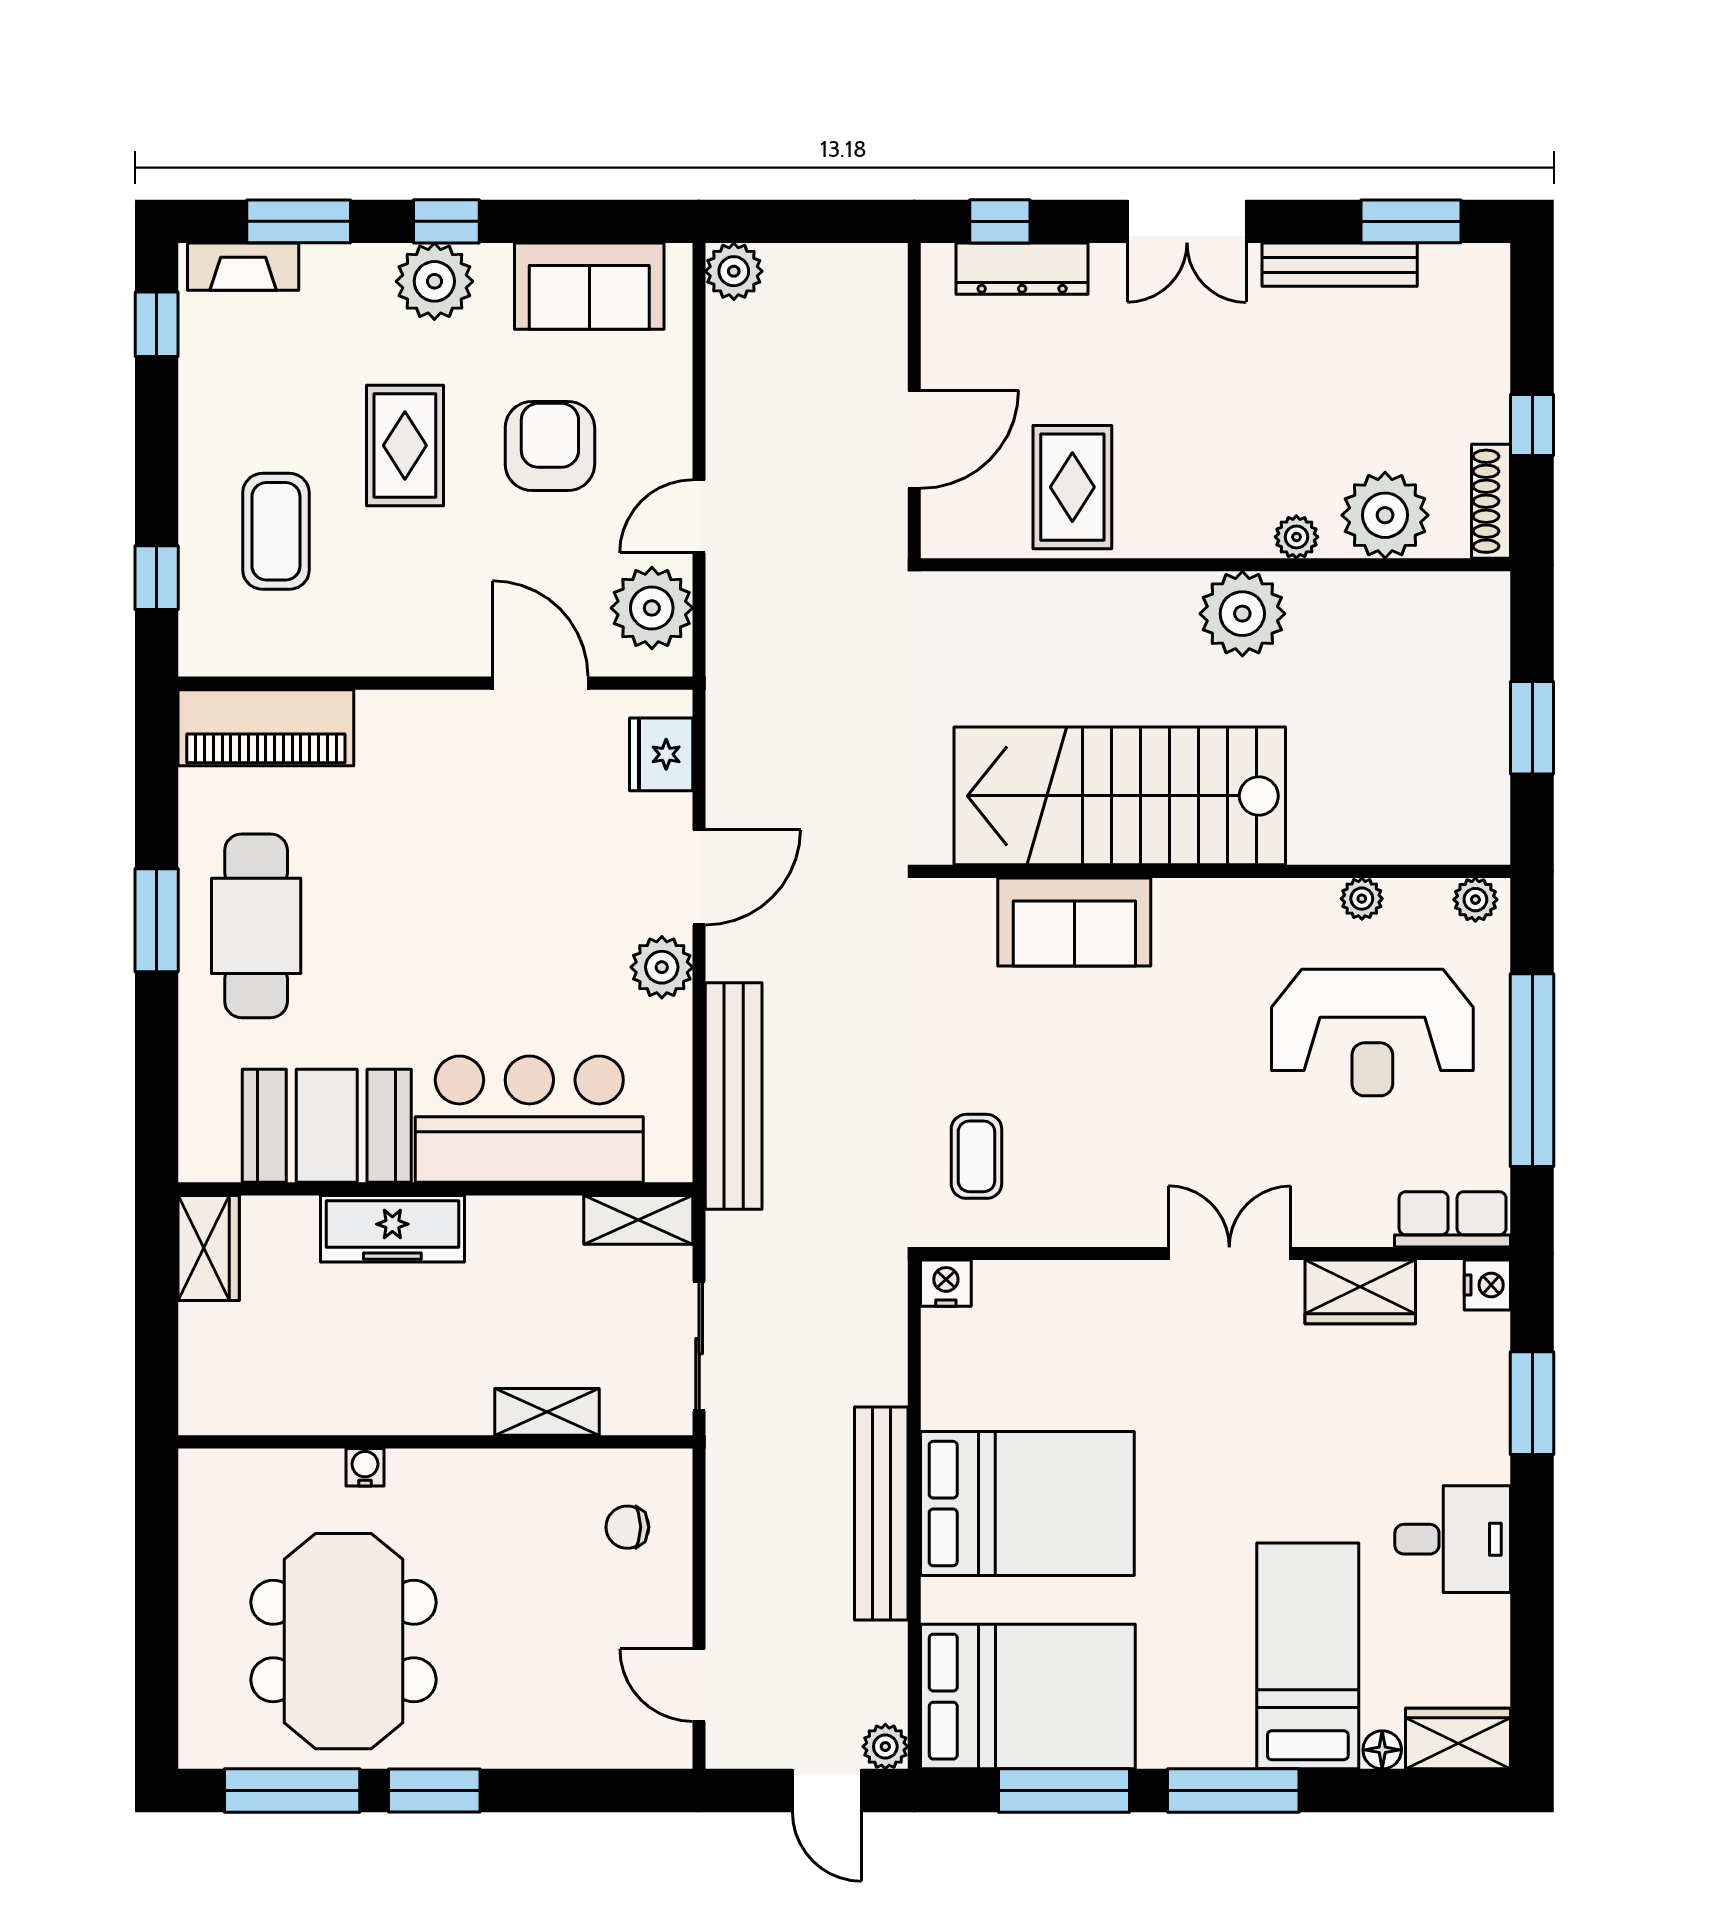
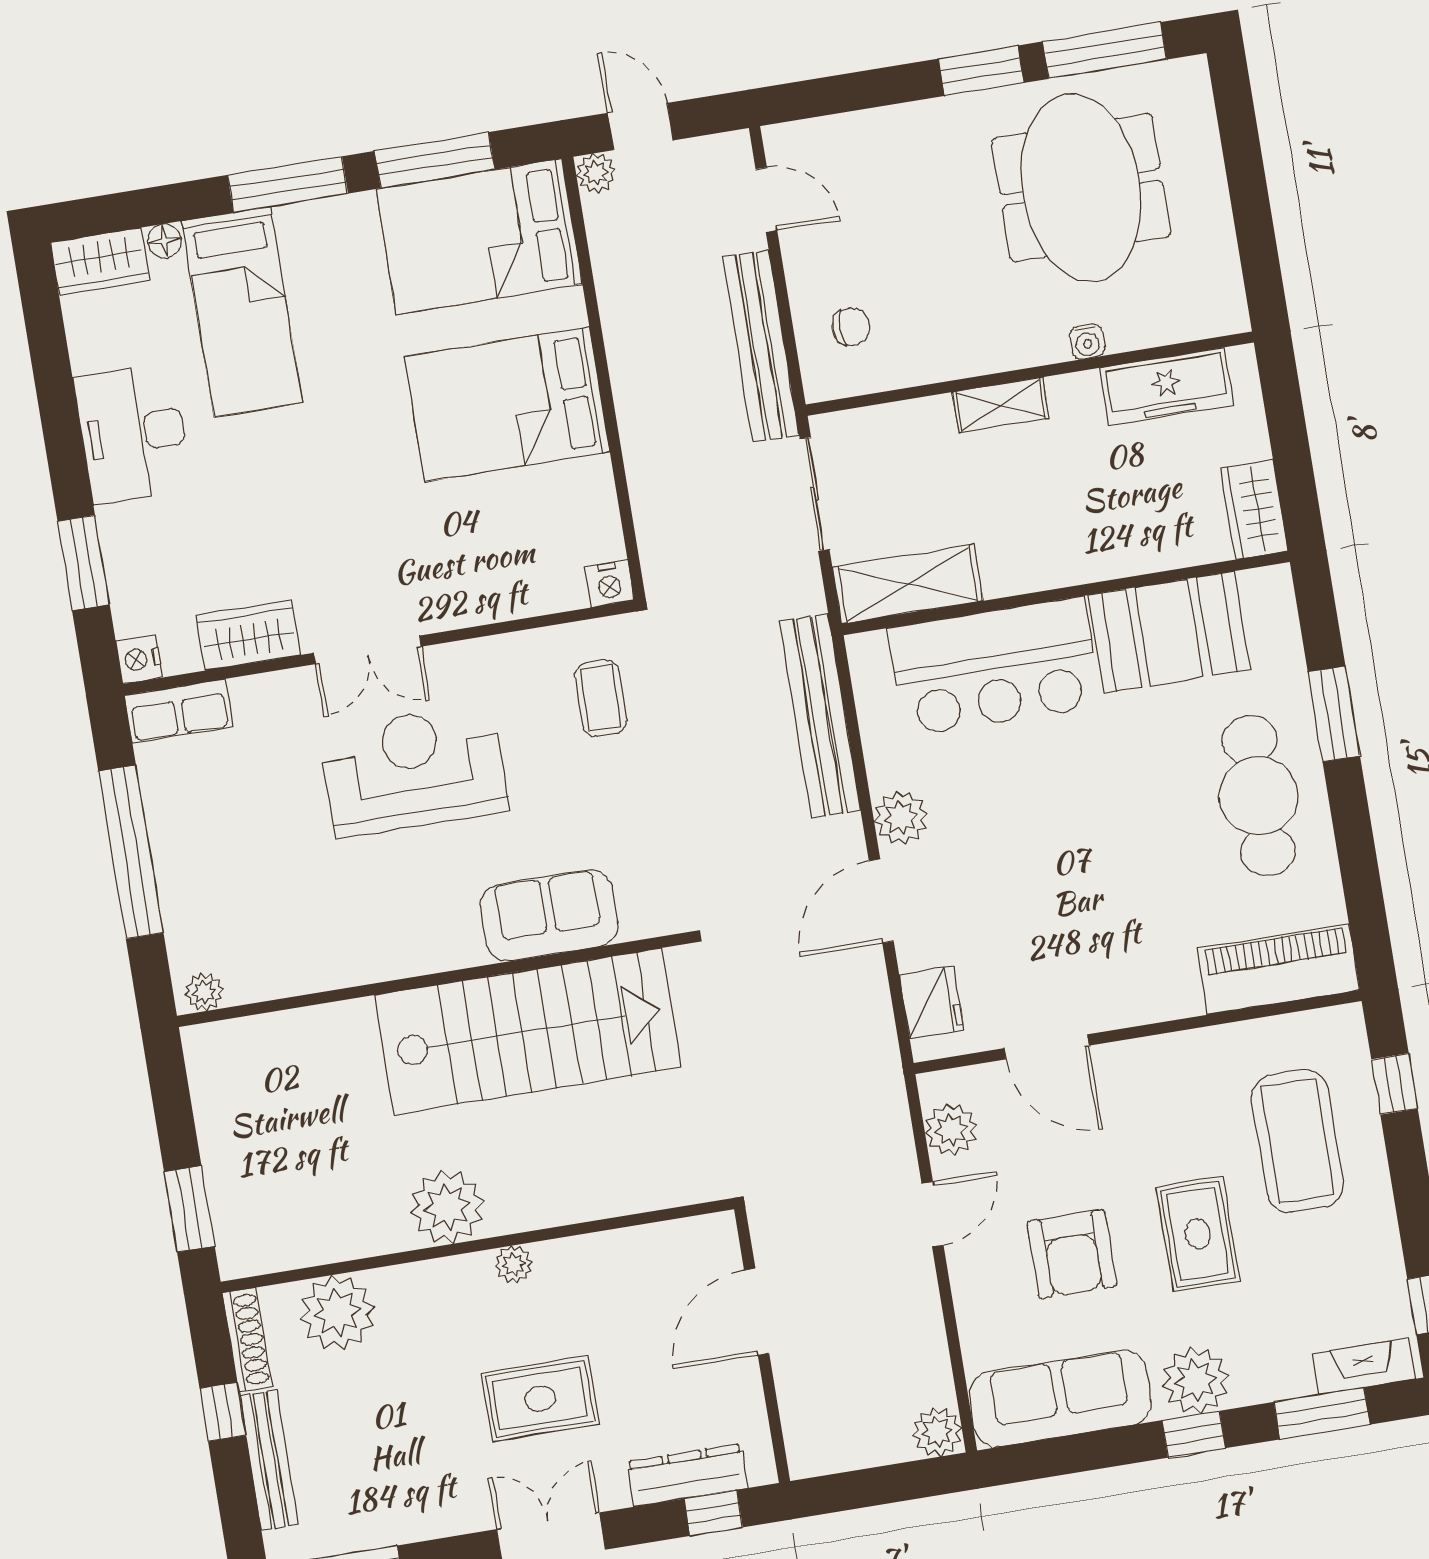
bench: (1340, 265) -> (269, 1460), moved, turned 90
sofa: (589, 286) -> (1060, 1398), width x1.36
rug: (1072, 487) -> (540, 1399), moved, turned 90
coffee table: (276, 531) -> (1297, 1141), width x1.36, depth x1.32
plant: (1296, 537) -> (514, 1264), moved
plant: (652, 608) -> (951, 1129), width x0.73, depth x0.73
window: (1532, 728) -> (189, 1209), moved
plant: (1362, 899) -> (303, 977), removed
window: (157, 920) -> (1334, 714), moved
reception desk: (1372, 1033) -> (414, 770), moved
shelving: (638, 1220) -> (908, 584), width x1.50, depth x1.33
freezer: (392, 1229) -> (1167, 387), moved, turned 180
shelving: (547, 1412) -> (1001, 405), moved
bench: (881, 1513) -> (761, 346), moved
desk: (1453, 1539) -> (133, 434), width x1.37

